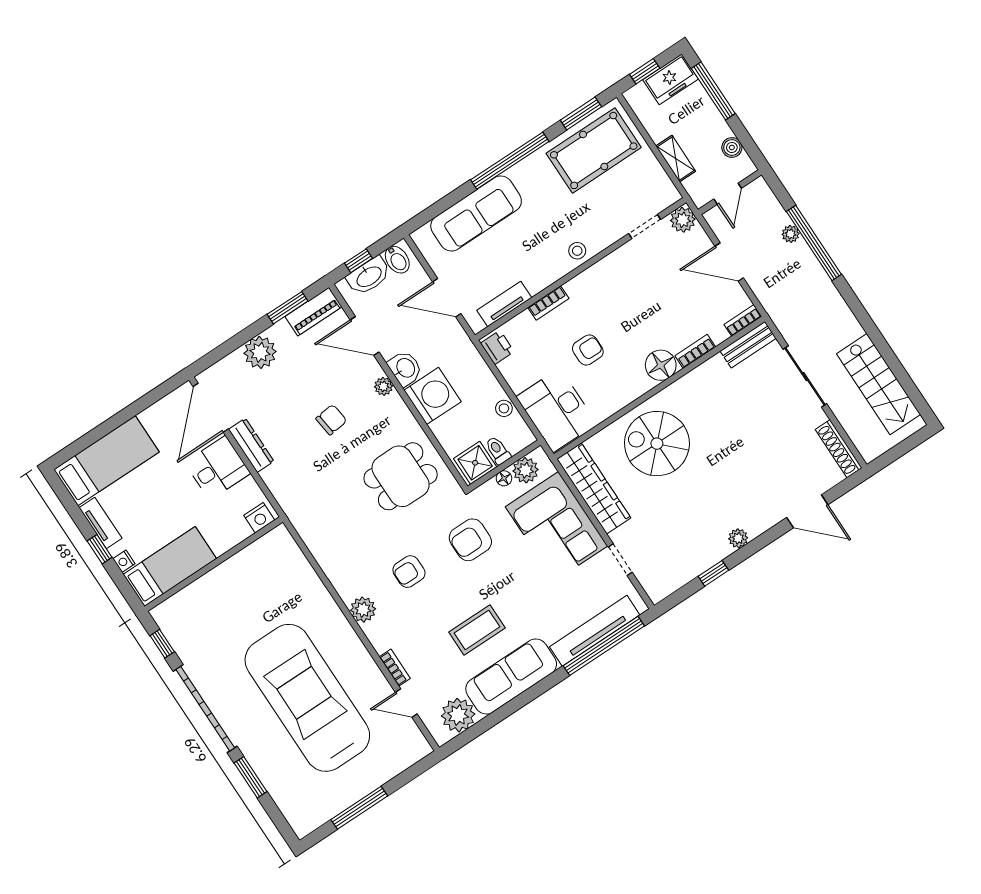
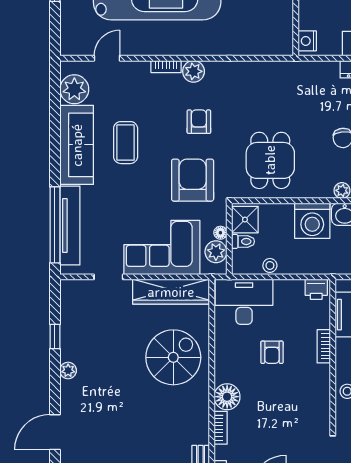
armchair: (470, 540) -> (193, 180), width x1.36, depth x1.36
bookcase: (395, 668) -> (166, 67), moved

